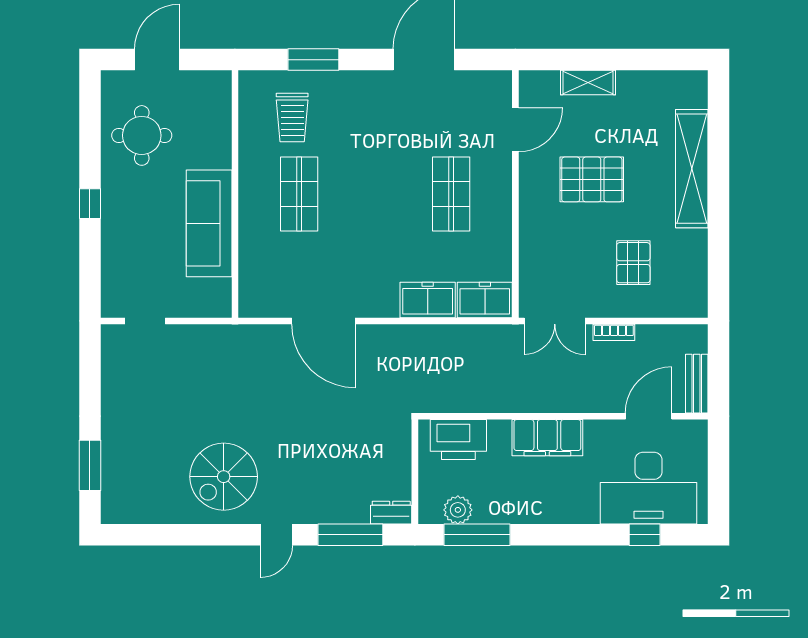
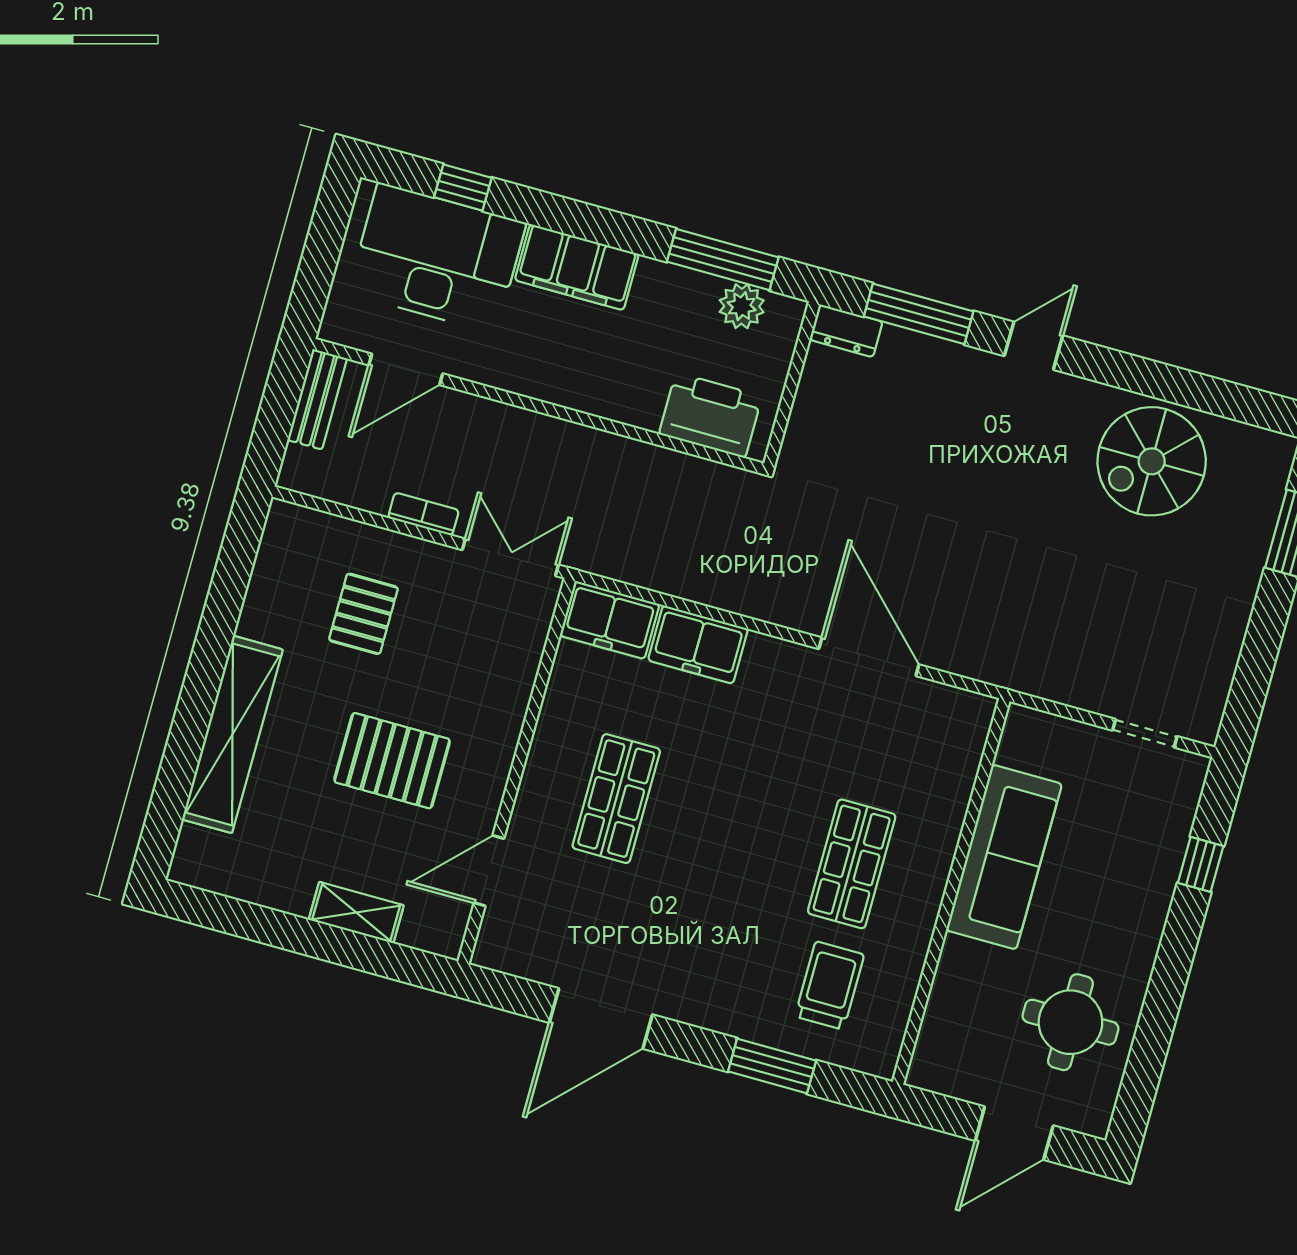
window: (90, 204) -> (1201, 864), moved
filing cabinet: (547, 438) -> (577, 267), moved, turned 180
spiral stairs: (224, 477) -> (1152, 461), moved, turned 180

